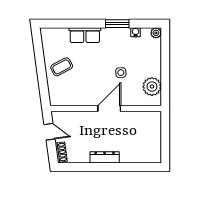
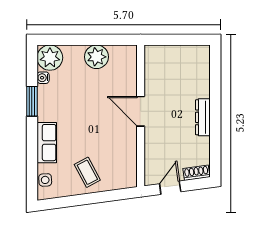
plant: (156, 33) -> (50, 58), width x1.87, depth x1.87
side table: (121, 73) -> (45, 180), moved
plant: (152, 87) -> (97, 57), moved

